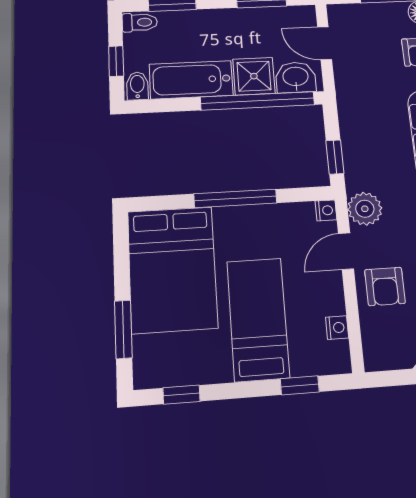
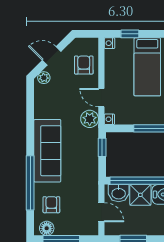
door: (346, 251) -> (101, 98), swing flipped
armchair: (385, 286) -> (84, 65), moved
nightstand: (337, 328) -> (109, 43), moved

